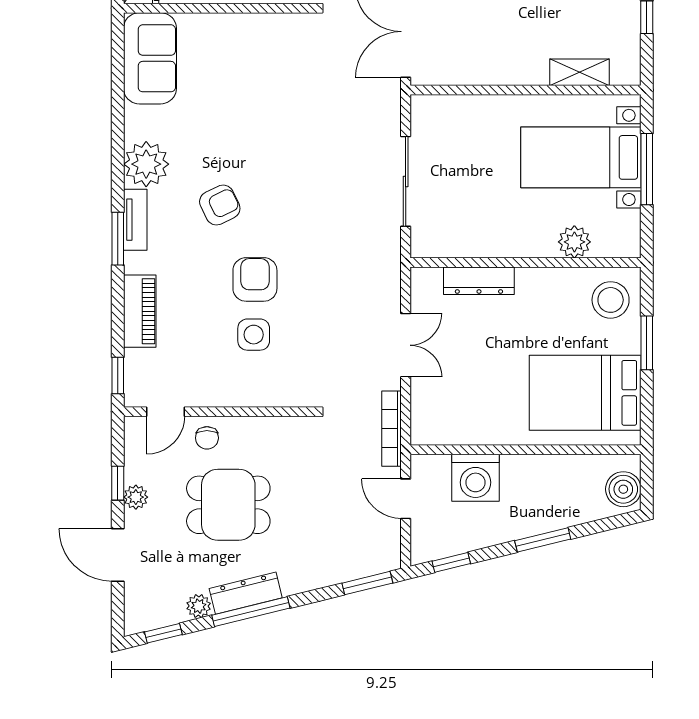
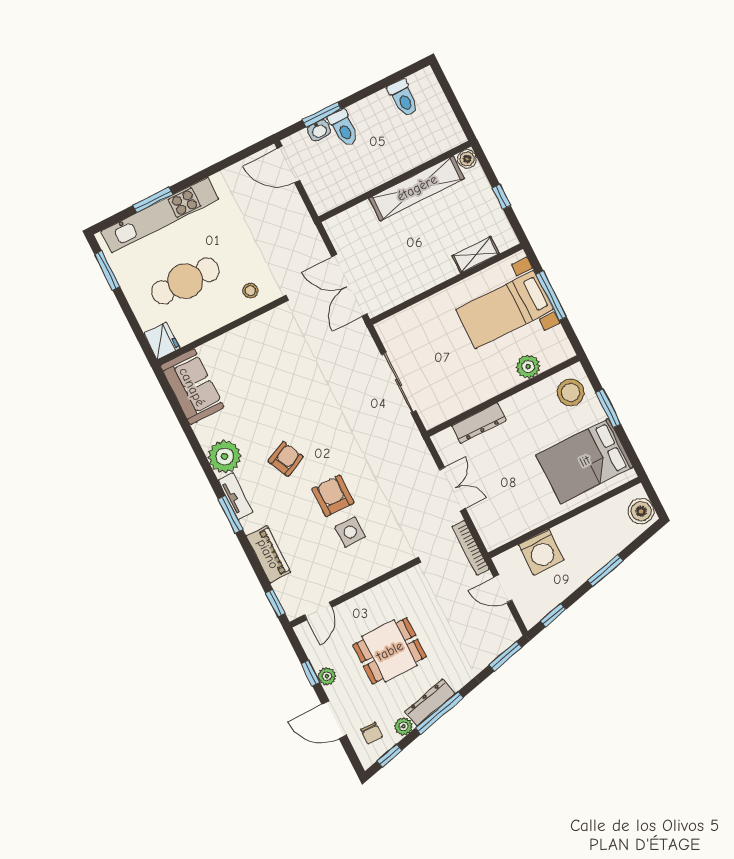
chair: (207, 438) -> (372, 733), moved

